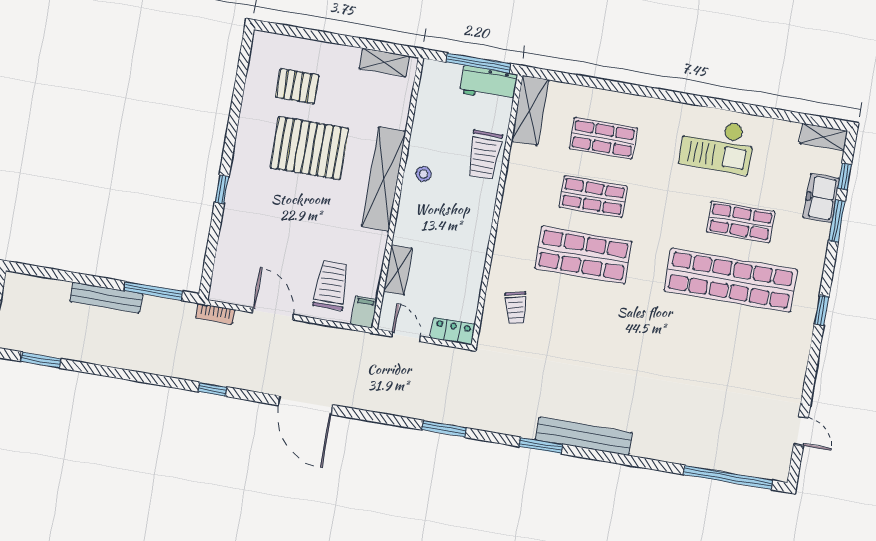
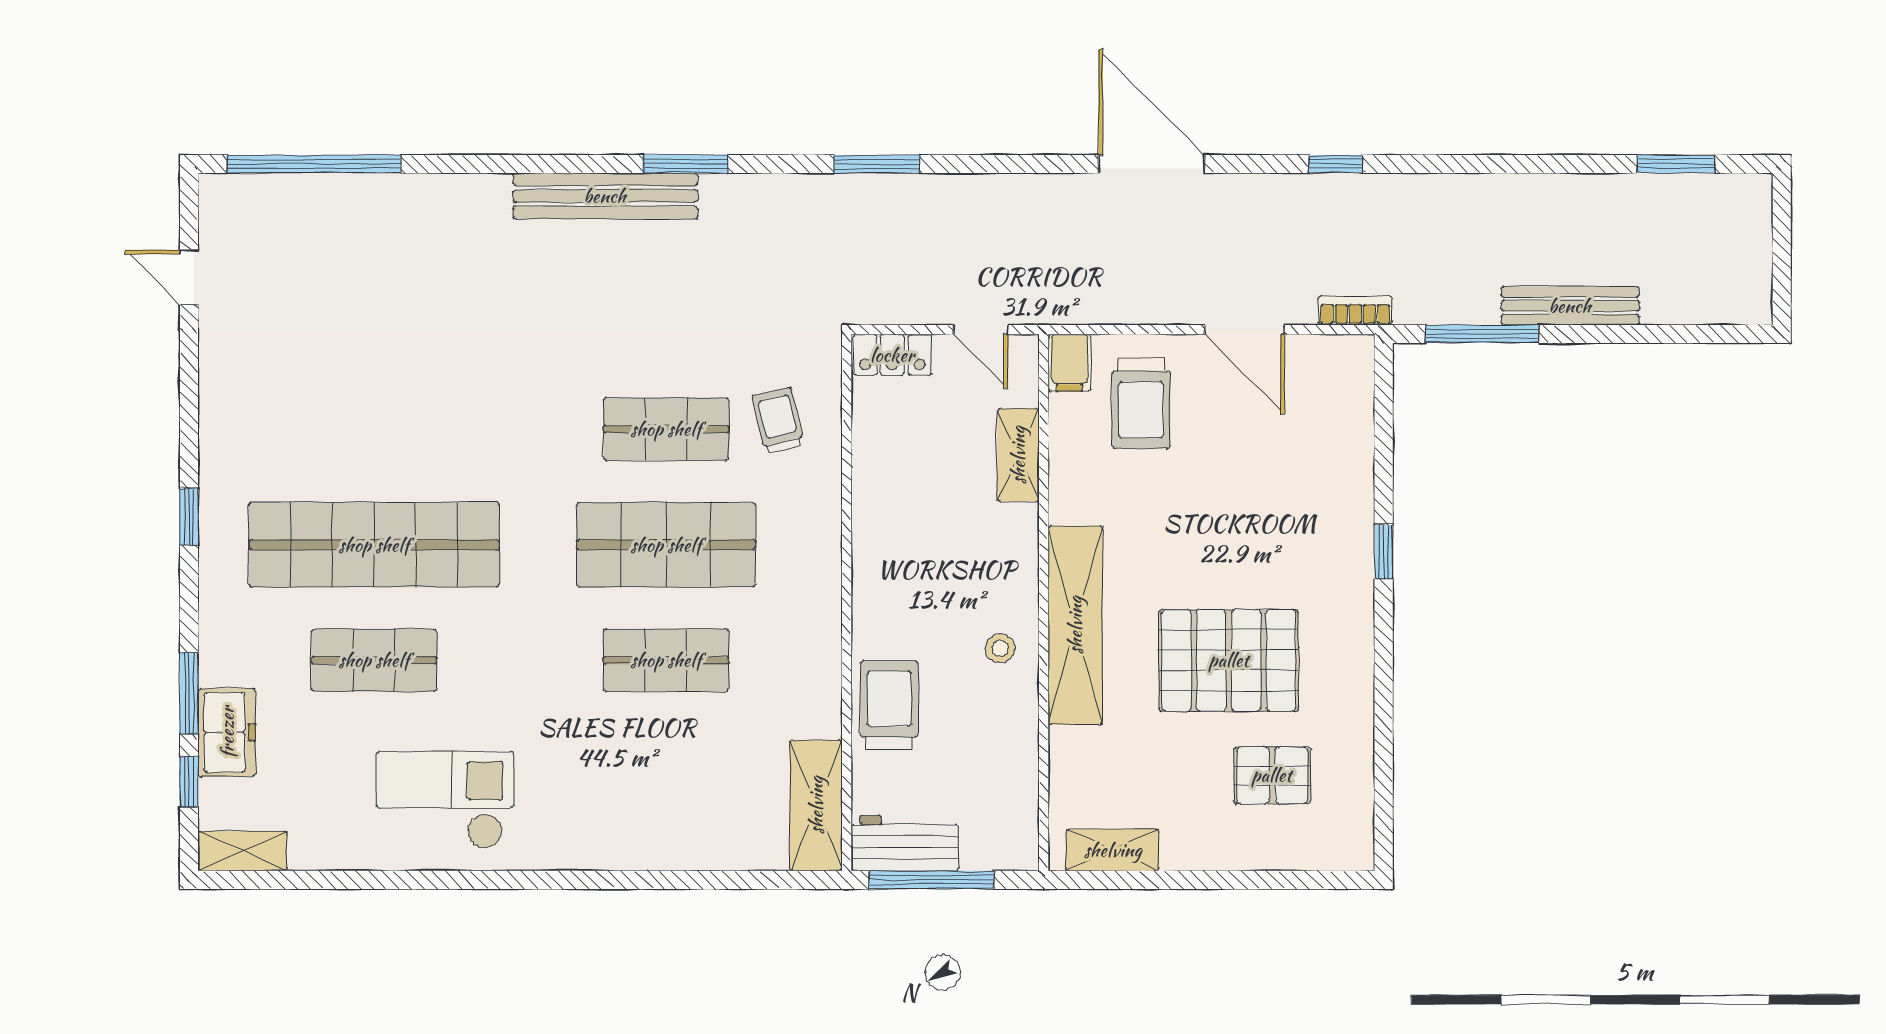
shop shelf: (603, 138) -> (666, 429), moved

